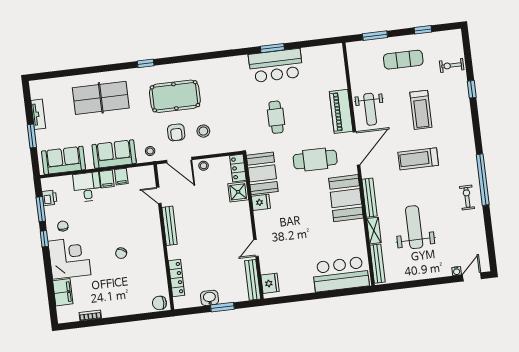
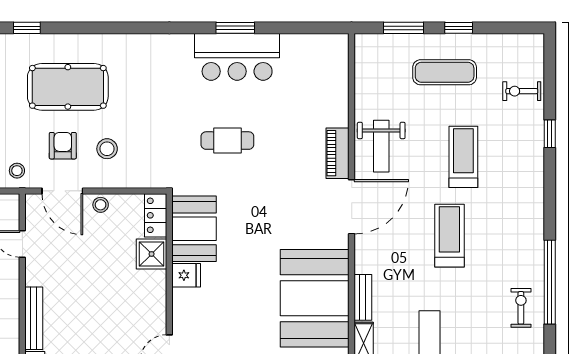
window: (423, 30) -> (459, 28), moved
treadmill: (421, 110) -> (463, 157), turned 180
piano: (341, 111) -> (338, 153), width x0.73, depth x0.75
cafe table: (276, 117) -> (227, 141), turned 90
armchair: (176, 132) -> (63, 146), turned 180
treadmill: (418, 159) -> (449, 236), turned 90
cafe table: (315, 160) -> (282, 217), removed
booth: (346, 198) -> (315, 298), width x1.36, depth x1.42
bench: (369, 198) -> (363, 297), width x0.73
bench: (170, 226) -> (34, 318), moved

